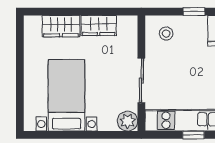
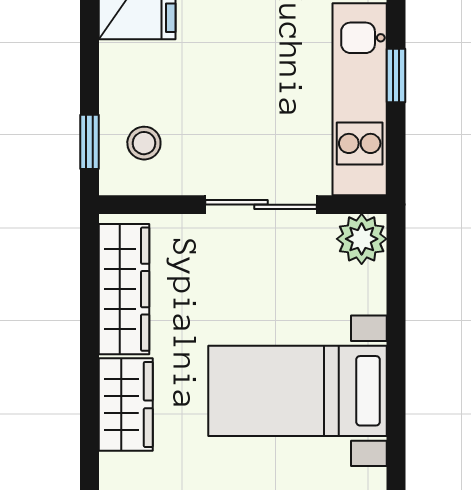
window: (194, 12) -> (90, 142), moved
wardrobe: (99, 25) -> (124, 289), width x1.50

